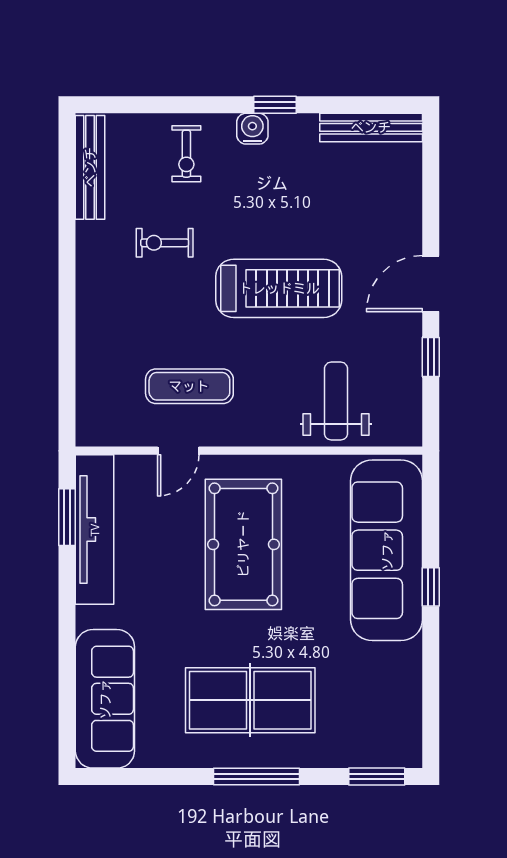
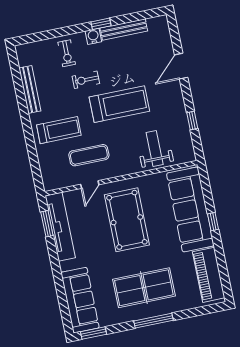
bench: (371, 127) -> (124, 30), moved
bench: (90, 167) -> (30, 89), moved
exercise bike: (165, 243) -> (86, 80), moved
door: (431, 284) -> (181, 66), moved
treadmill: (135, 318) -> (59, 130), added
piano: (397, 701) -> (209, 275), added
window: (377, 777) -> (93, 333), moved

